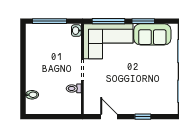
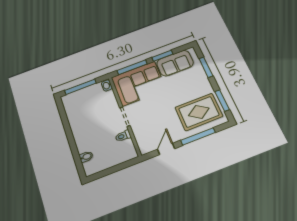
rug: (154, 94) -> (199, 112), added
door: (109, 117) -> (166, 149), hinge flipped
window: (143, 117) -> (198, 136), width x2.17

